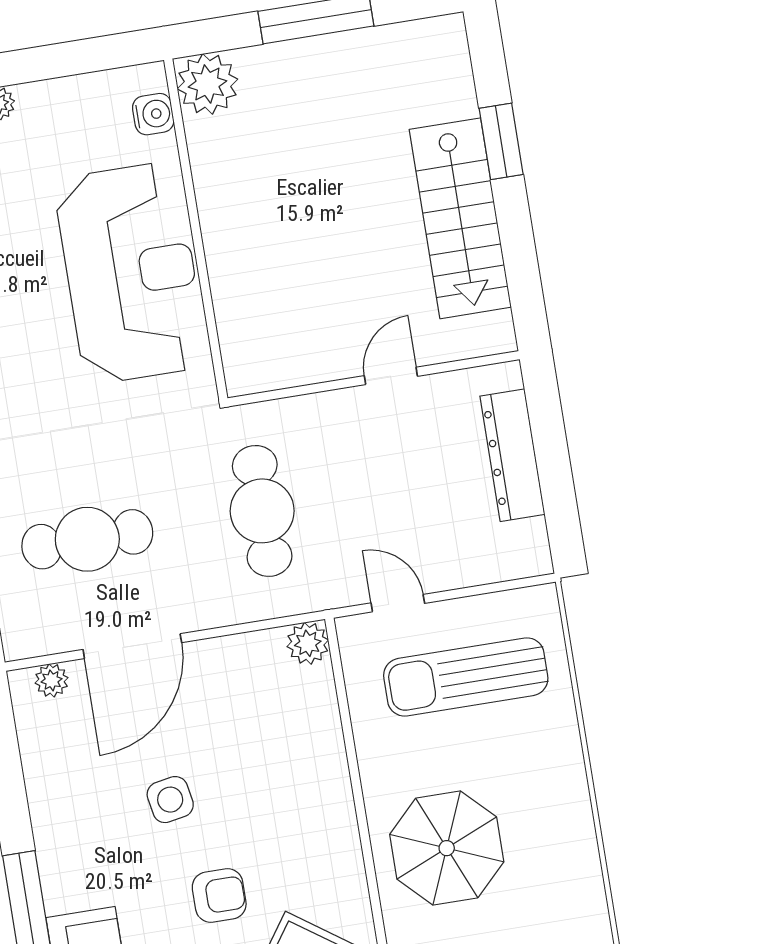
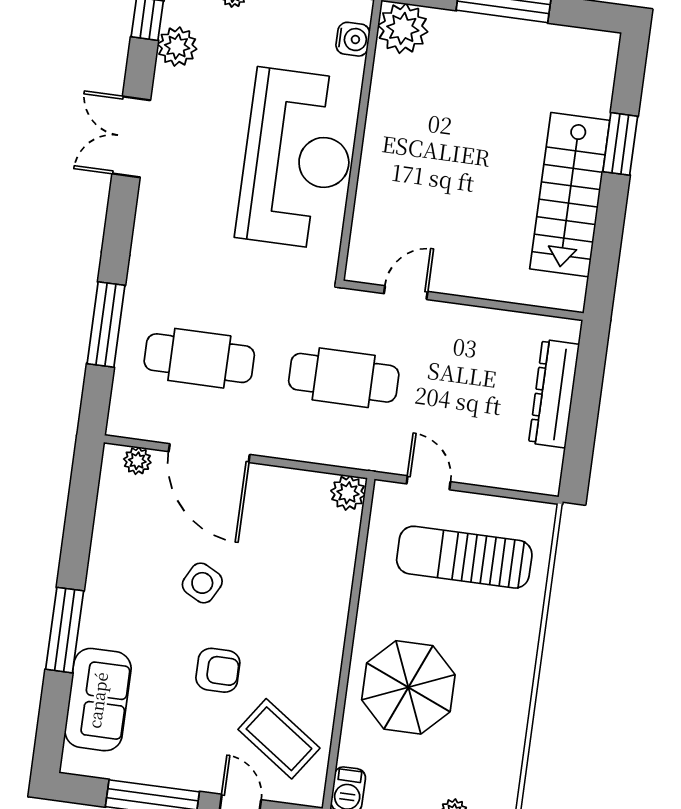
door: (391, 376) -> (406, 293), moved
cafe table: (262, 511) -> (344, 378), turned 90
door: (132, 646) -> (209, 453), hinge flipped
side table: (170, 800) -> (202, 583), turned 38

